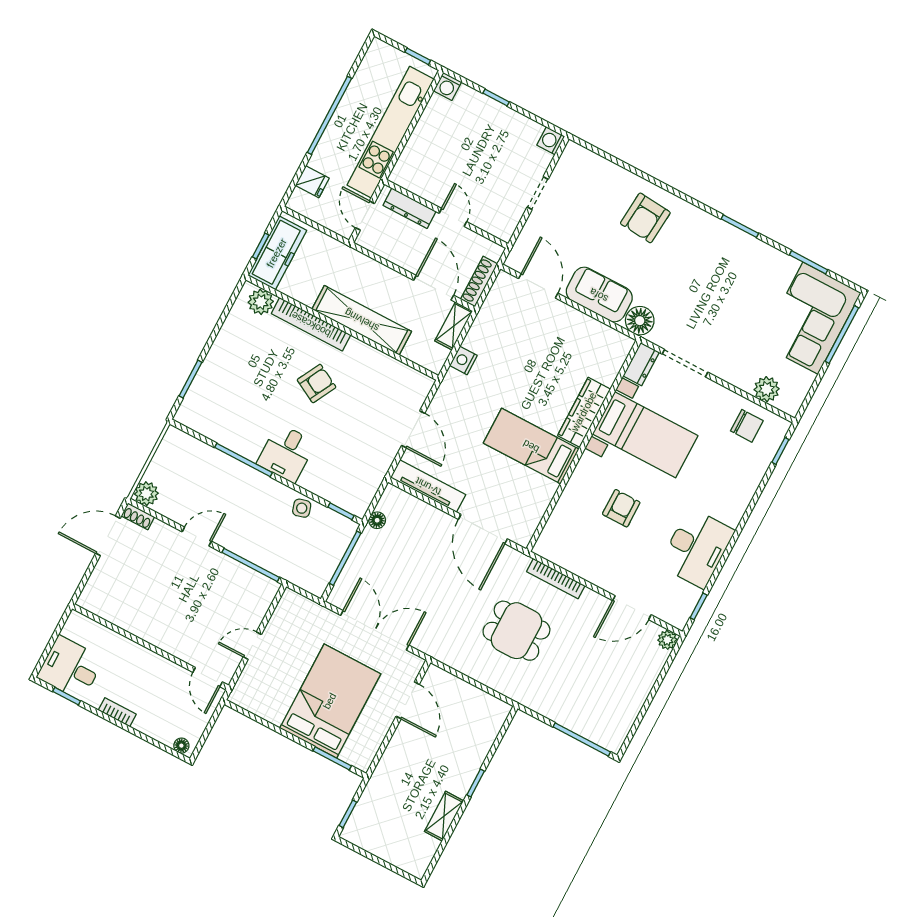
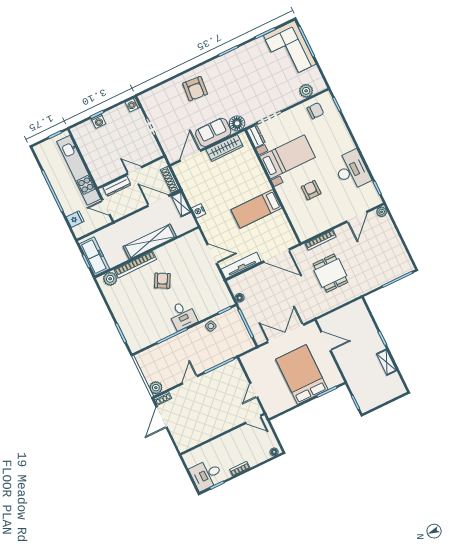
washing machine: (447, 86) -> (98, 121), moved
door: (538, 286) -> (190, 156), hinge flipped
wardrobe: (584, 412) -> (225, 148), moved, turned -90
dining table: (516, 631) -> (330, 273), turned 90

